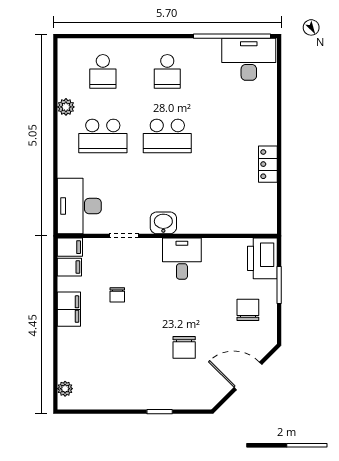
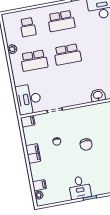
school desk: (167, 71) -> (61, 21), width x1.85
washbasin: (163, 223) -> (98, 95), moved
desk: (182, 259) -> (80, 188), moved, turned 180
filing cabinet: (69, 267) -> (39, 185), moved
chair: (184, 347) -> (86, 144), moved

